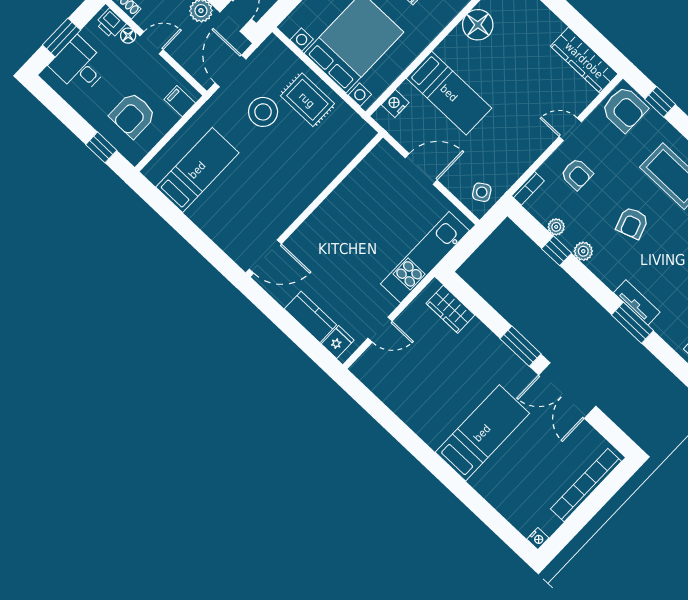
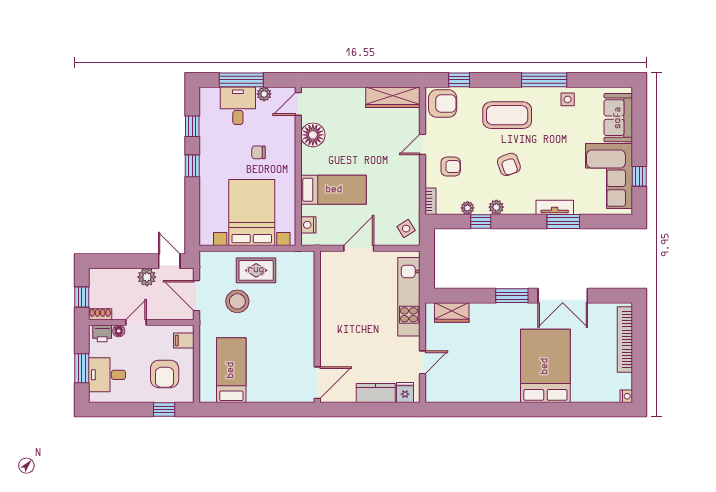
bed: (482, 433) -> (545, 366), width x1.50

